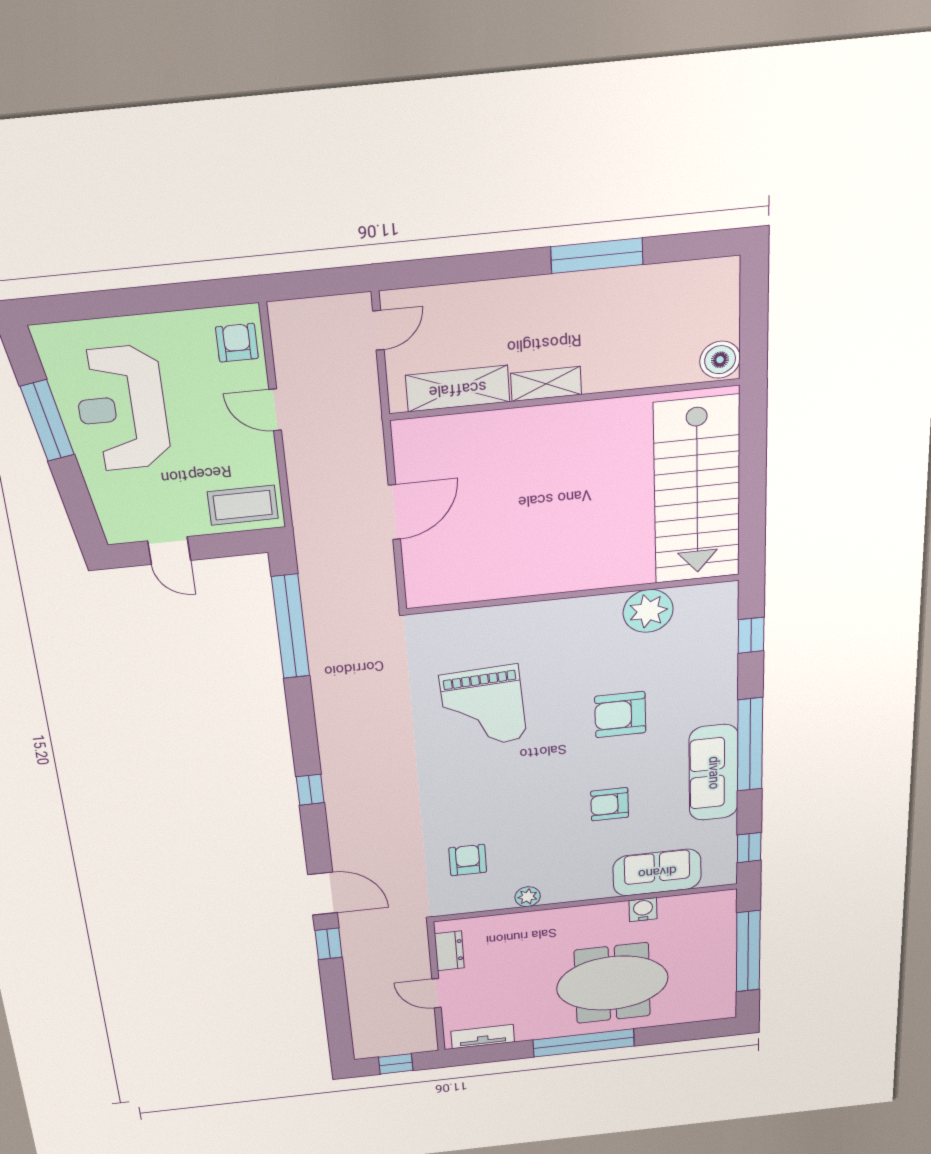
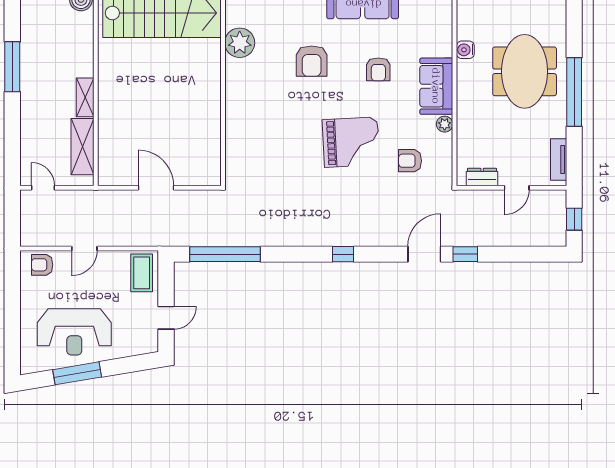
grand piano: (483, 707) -> (351, 142), moved
sofa: (657, 872) -> (436, 86), moved

